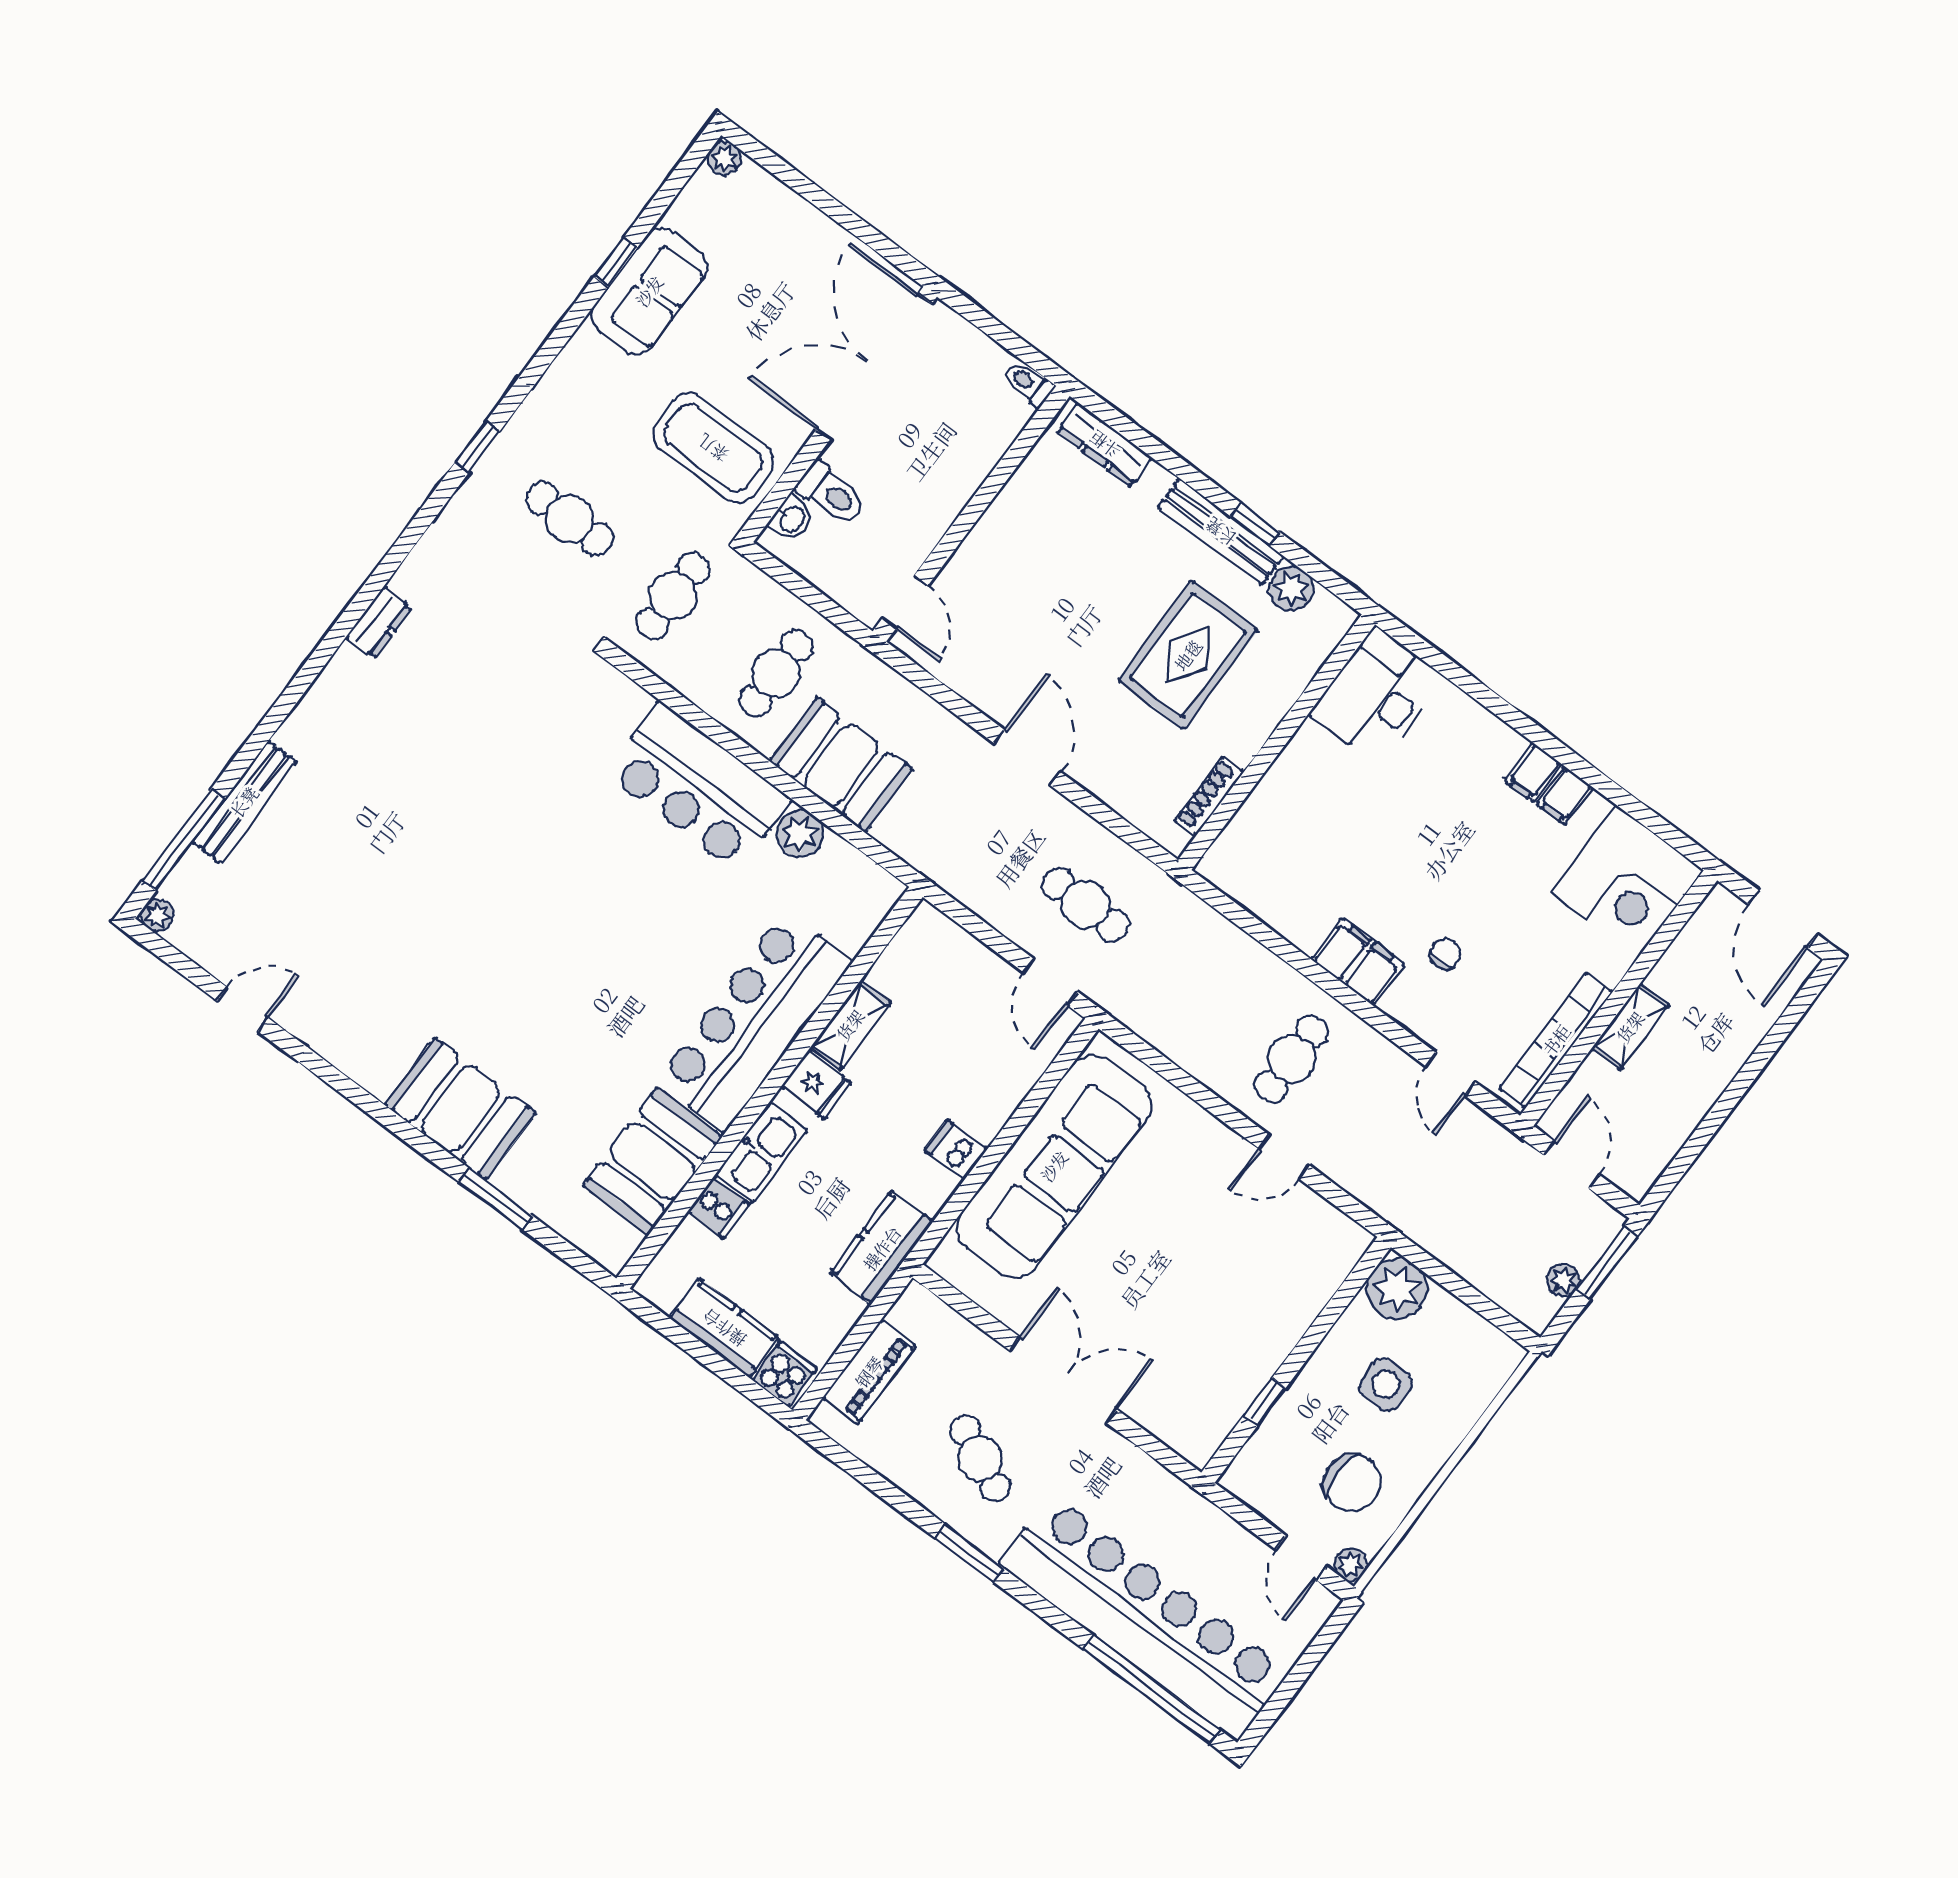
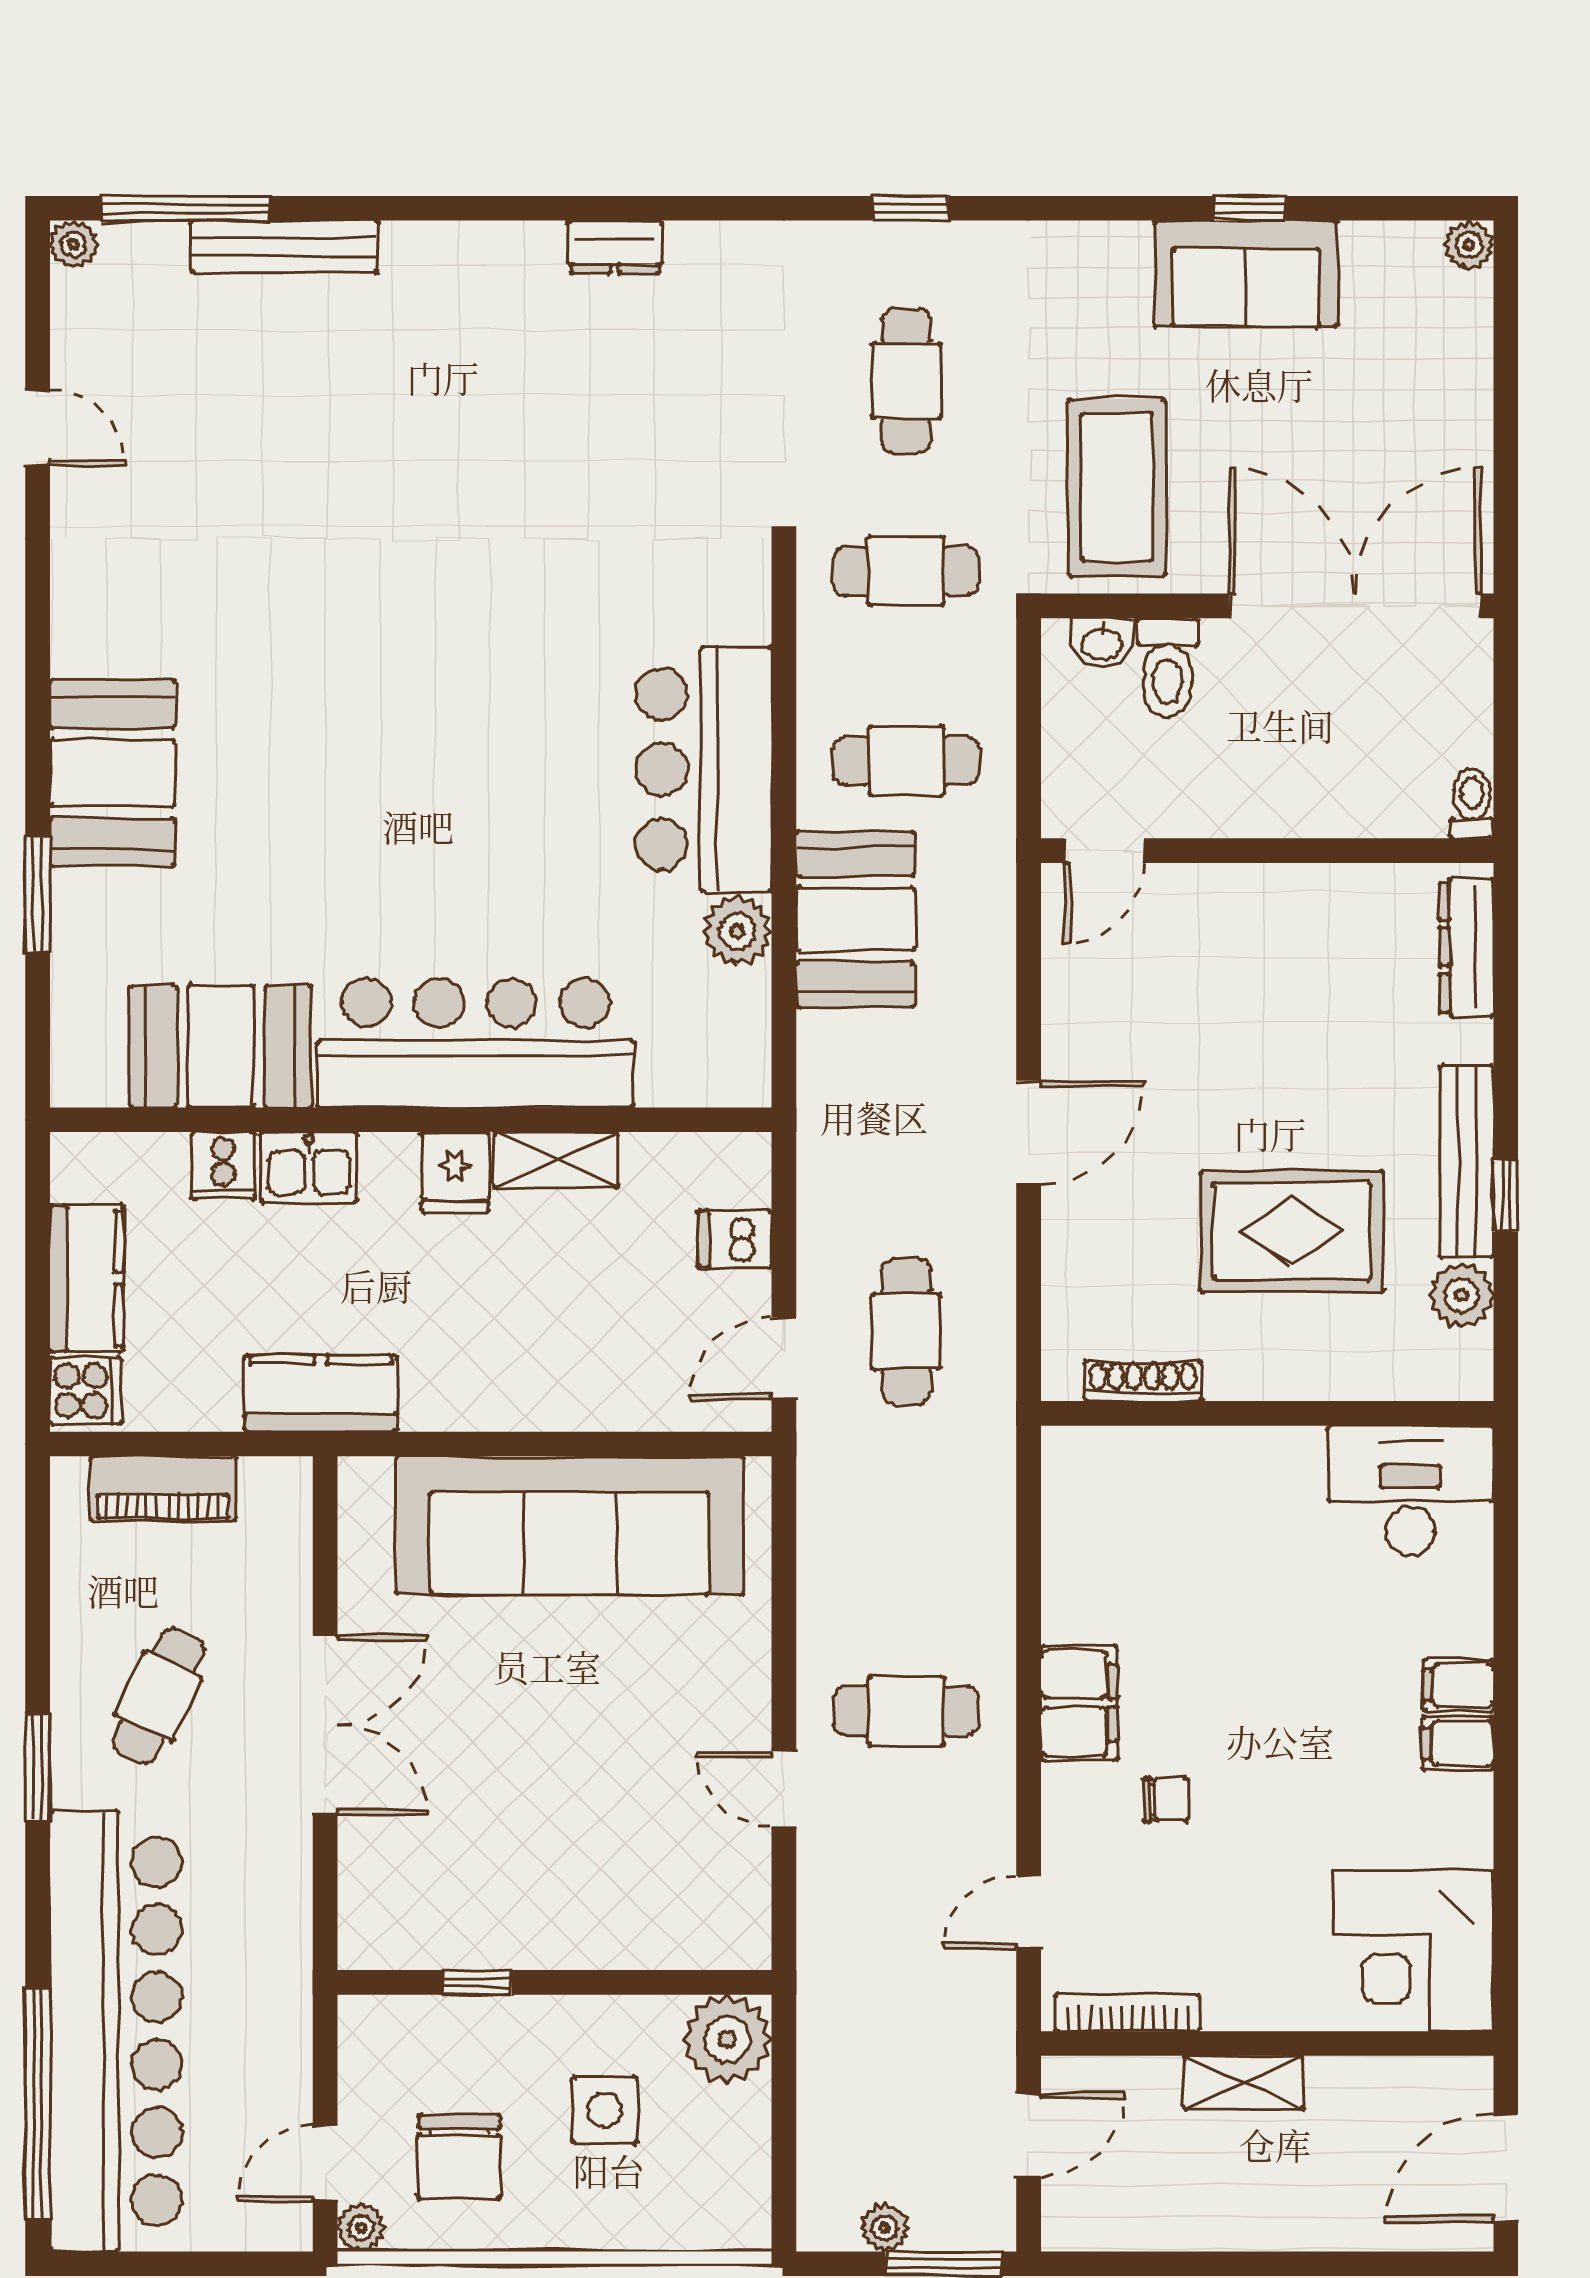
filing cabinet: (1565, 796) -> (1458, 1685), moved
bookcase: (1556, 1040) -> (1127, 2013), width x0.68, depth x0.76
dishwasher: (956, 1150) -> (735, 1239), moved, turned -90
kitchen sink: (761, 1152) -> (309, 1167), width x0.73

